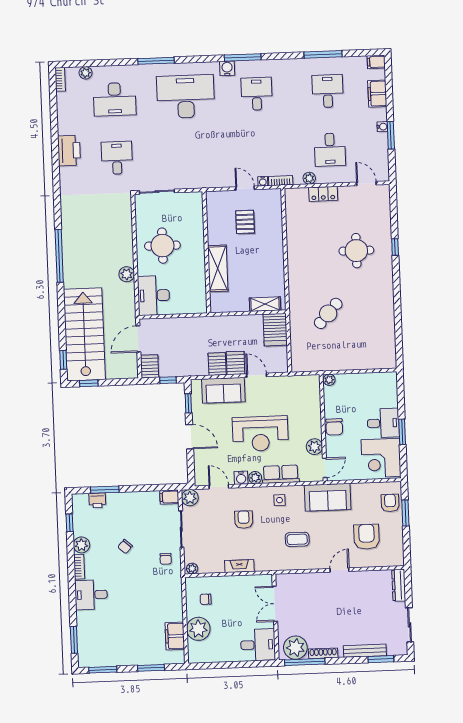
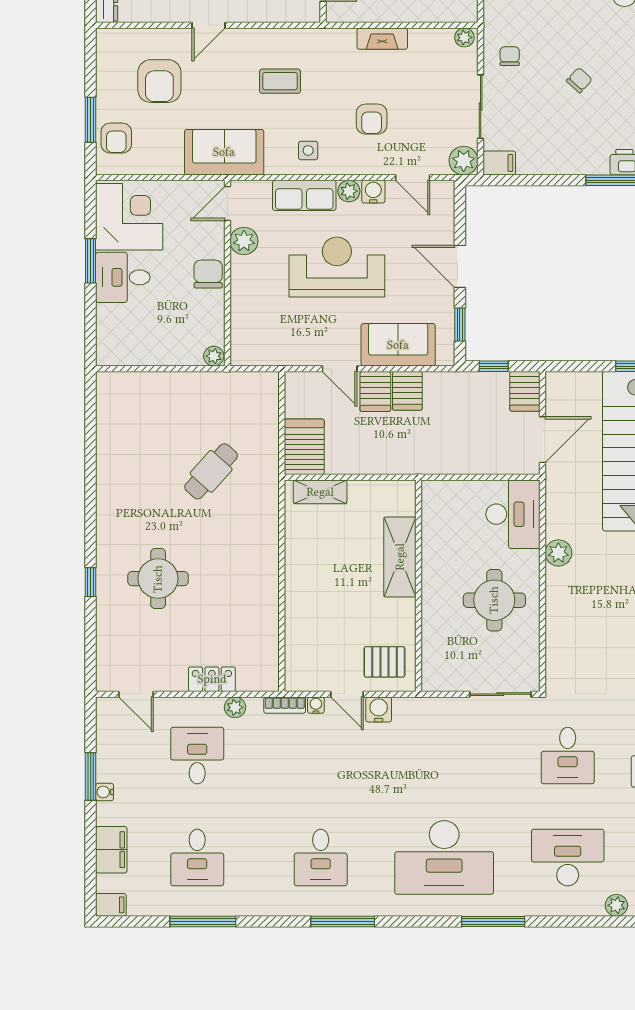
water cooler: (227, 68) -> (379, 709), moved, turned 180
pallet: (245, 222) -> (384, 662), moved, turned 90

